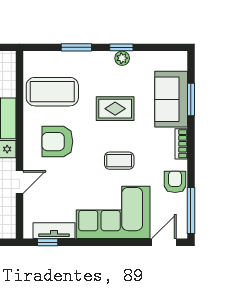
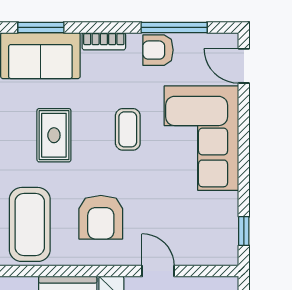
window: (191, 211) -> (174, 27), moved
tv unit: (54, 231) -> (227, 222), removed

